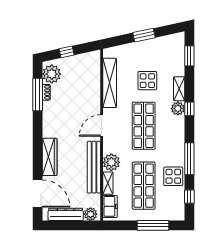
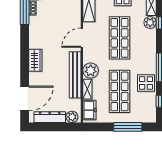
wardrobe: (50, 157) -> (35, 60), width x0.67
door: (38, 193) -> (25, 98), hinge flipped

